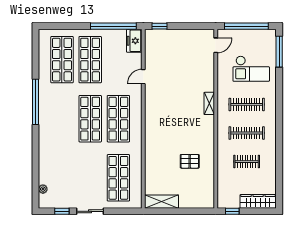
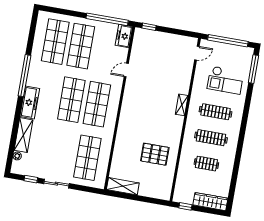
freezer: (46, 130) -> (30, 103), added
pallet: (190, 161) -> (155, 154), width x1.50, depth x1.42
shelving: (46, 166) -> (23, 135), added

